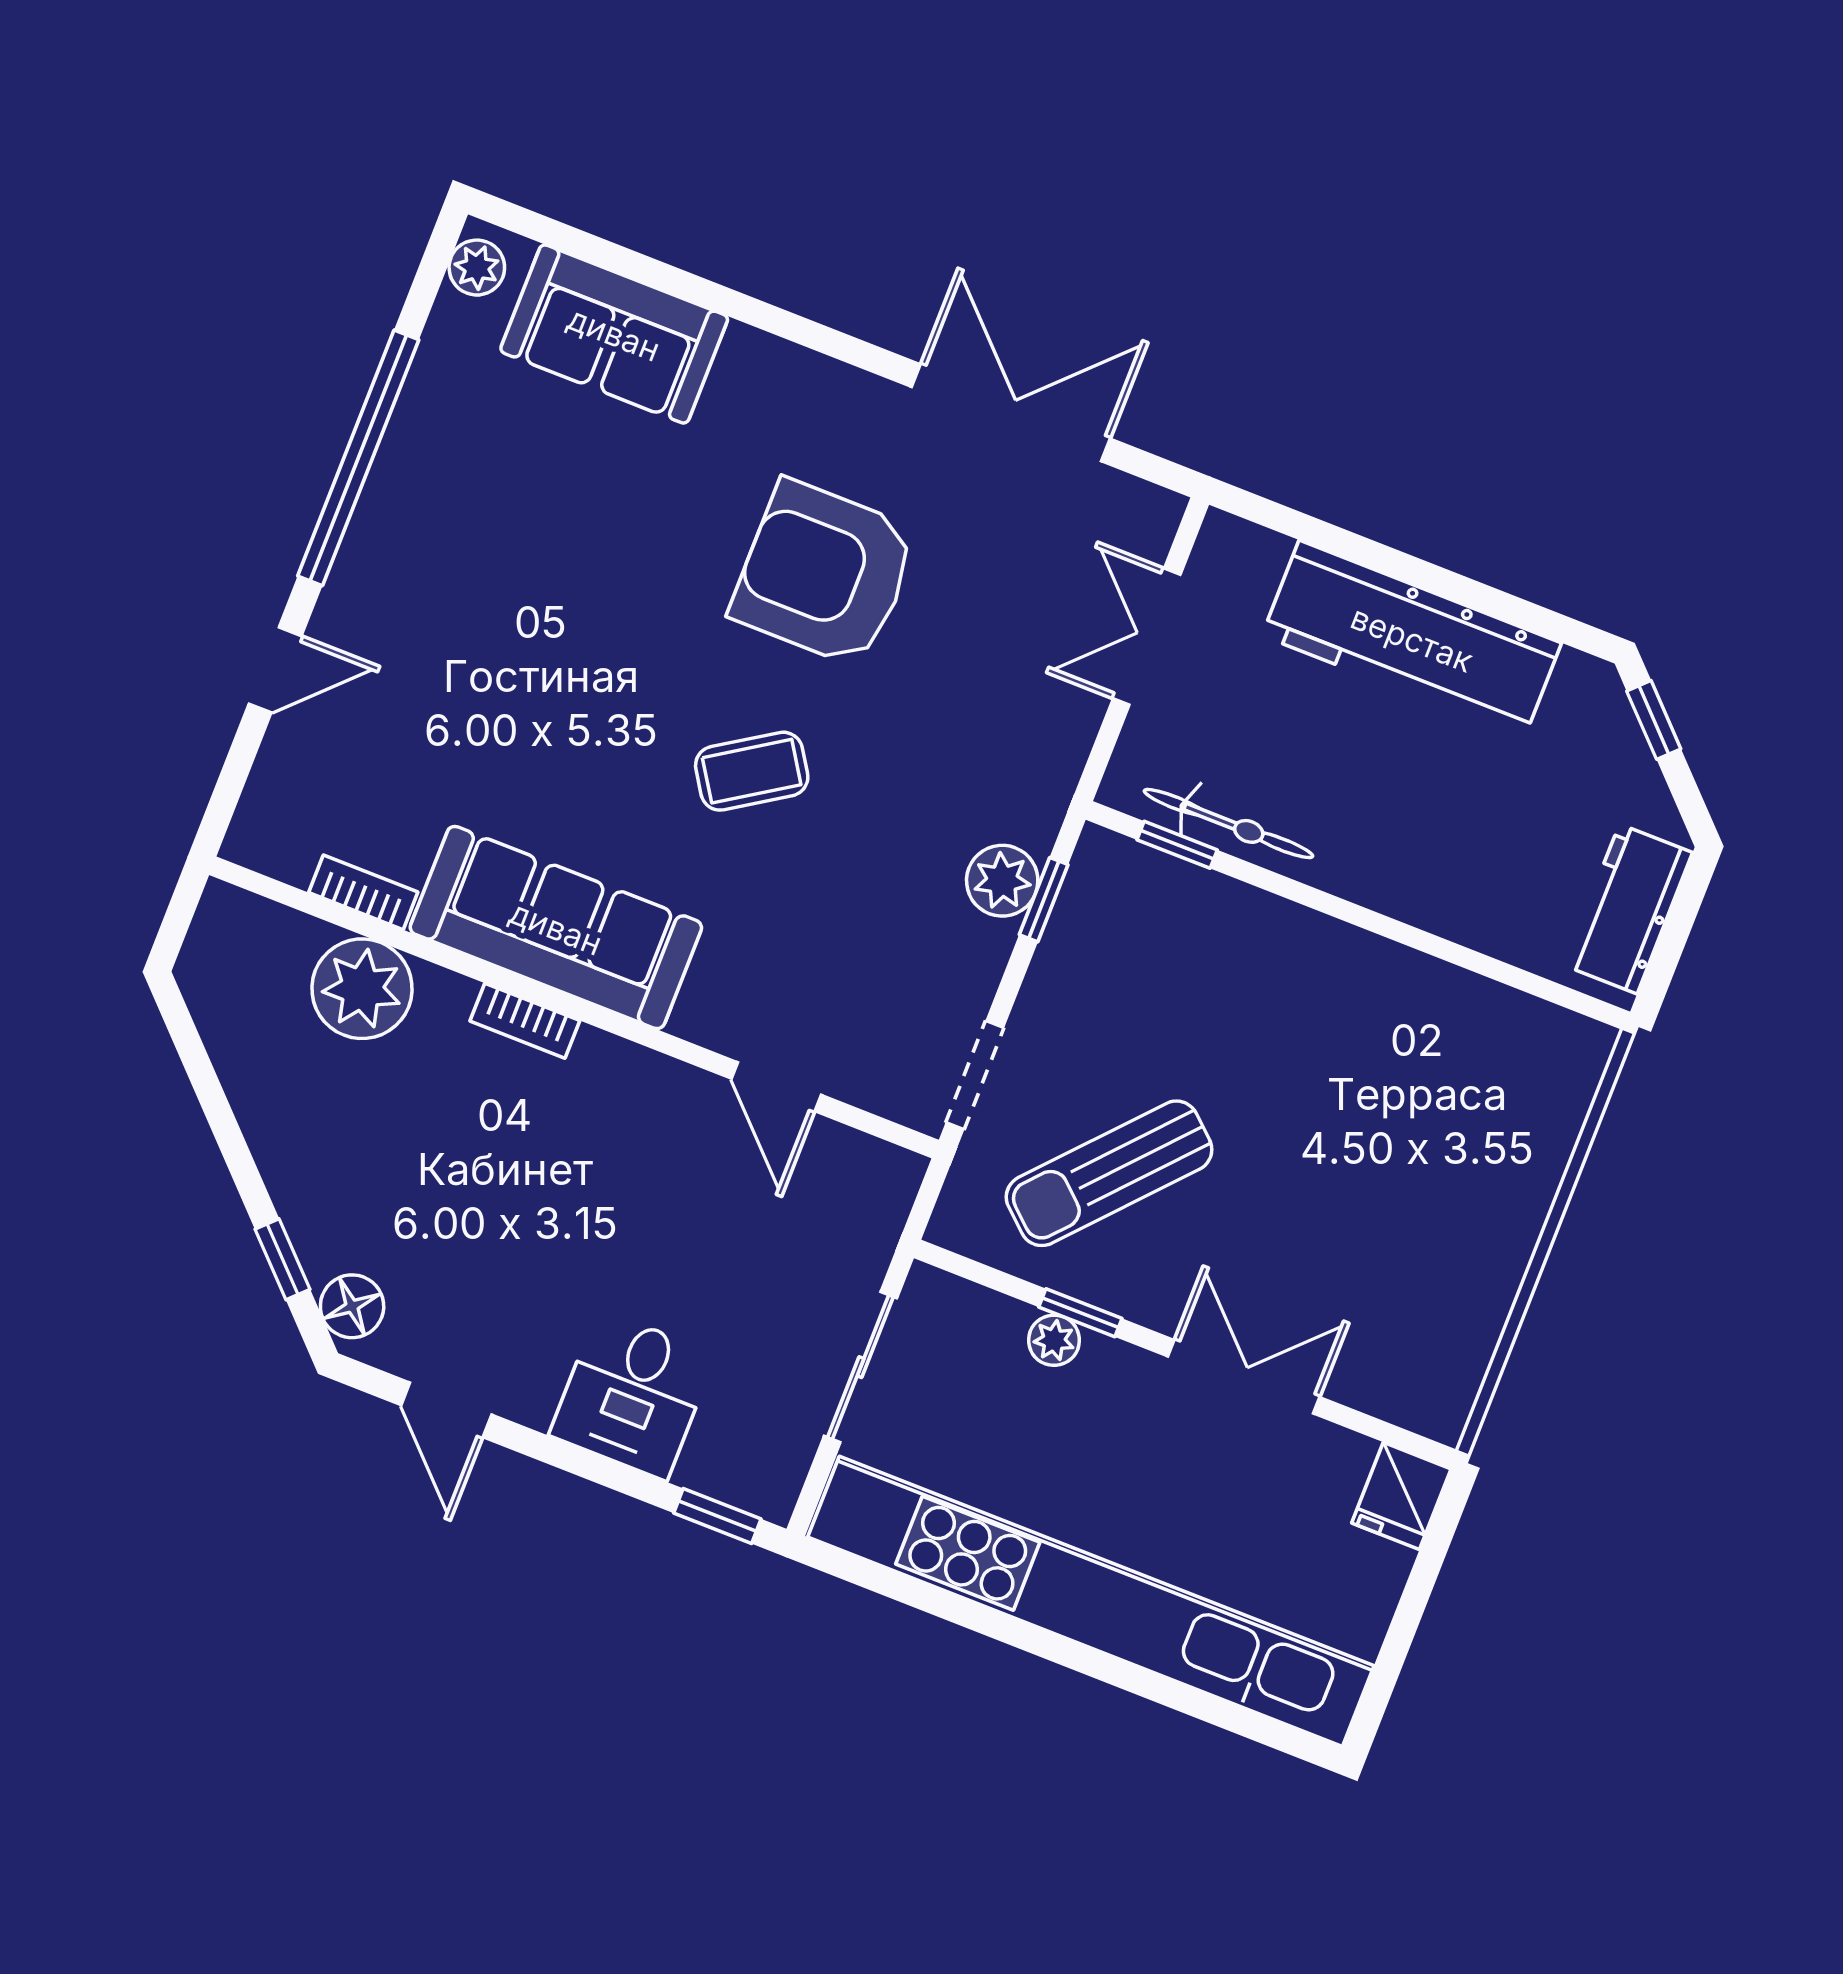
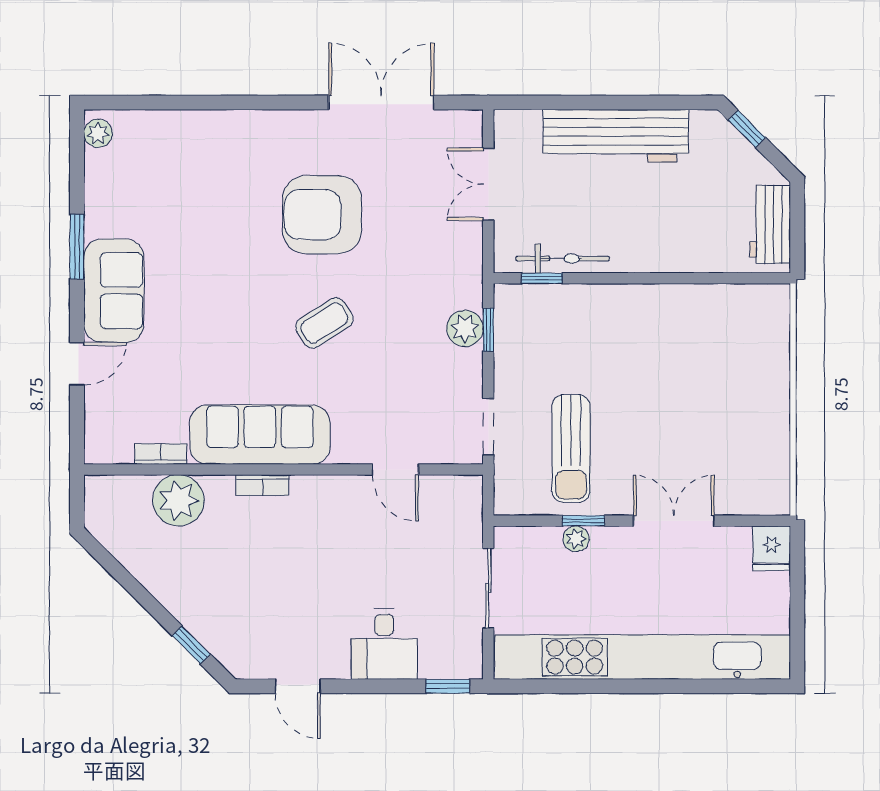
sofa: (614, 334) -> (114, 291), moved, turned -90
window: (358, 458) -> (77, 247), width x0.47
sun lounger: (1109, 1173) -> (571, 449), turned -42
floor lamp: (352, 1306) -> (233, 654), removed

